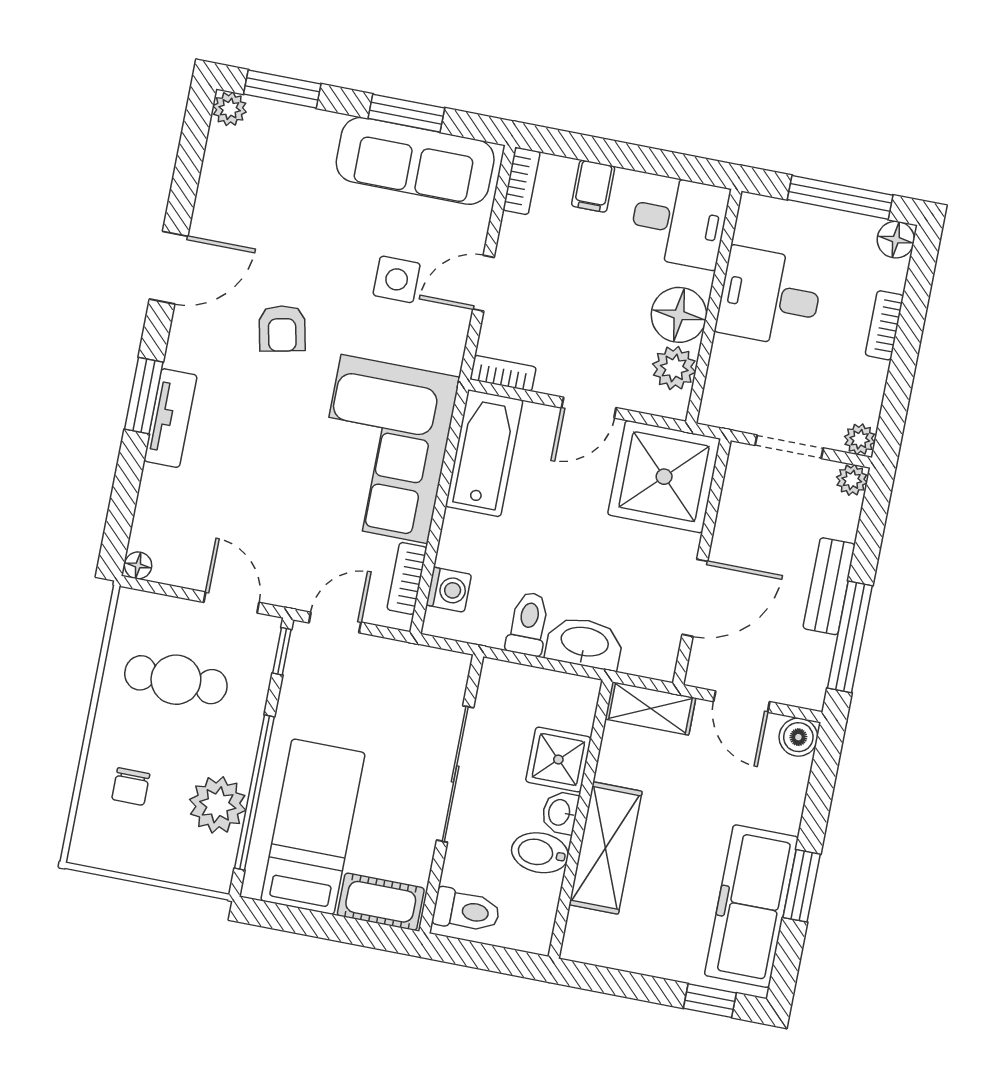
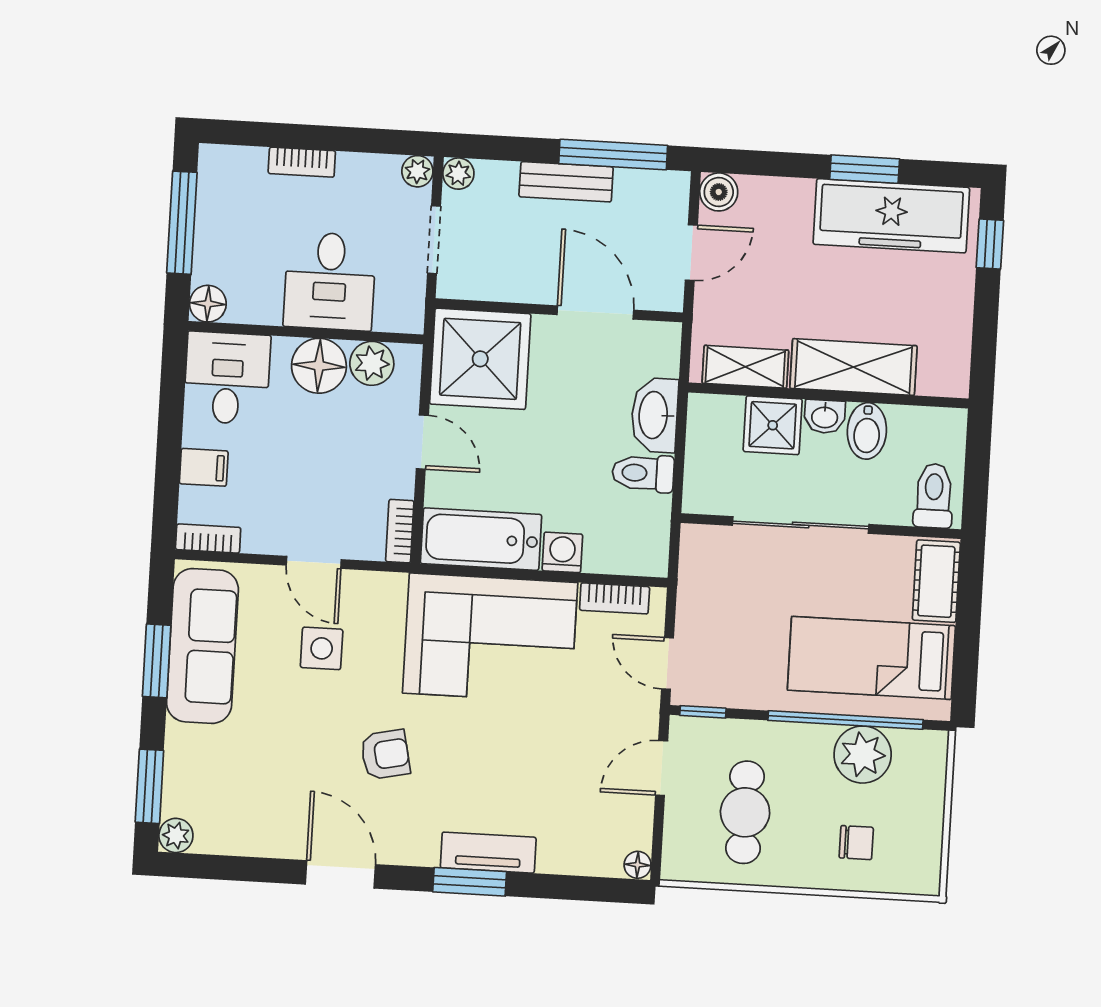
floor lamp: (896, 240) -> (208, 304), moved
desk: (770, 297) -> (330, 281), moved
washing machine: (449, 590) -> (562, 552), moved
shelving: (650, 708) -> (745, 367), moved, turned 90

